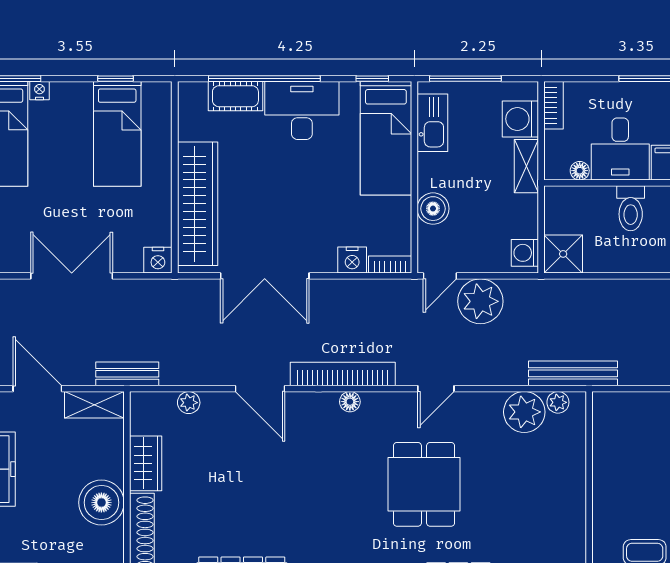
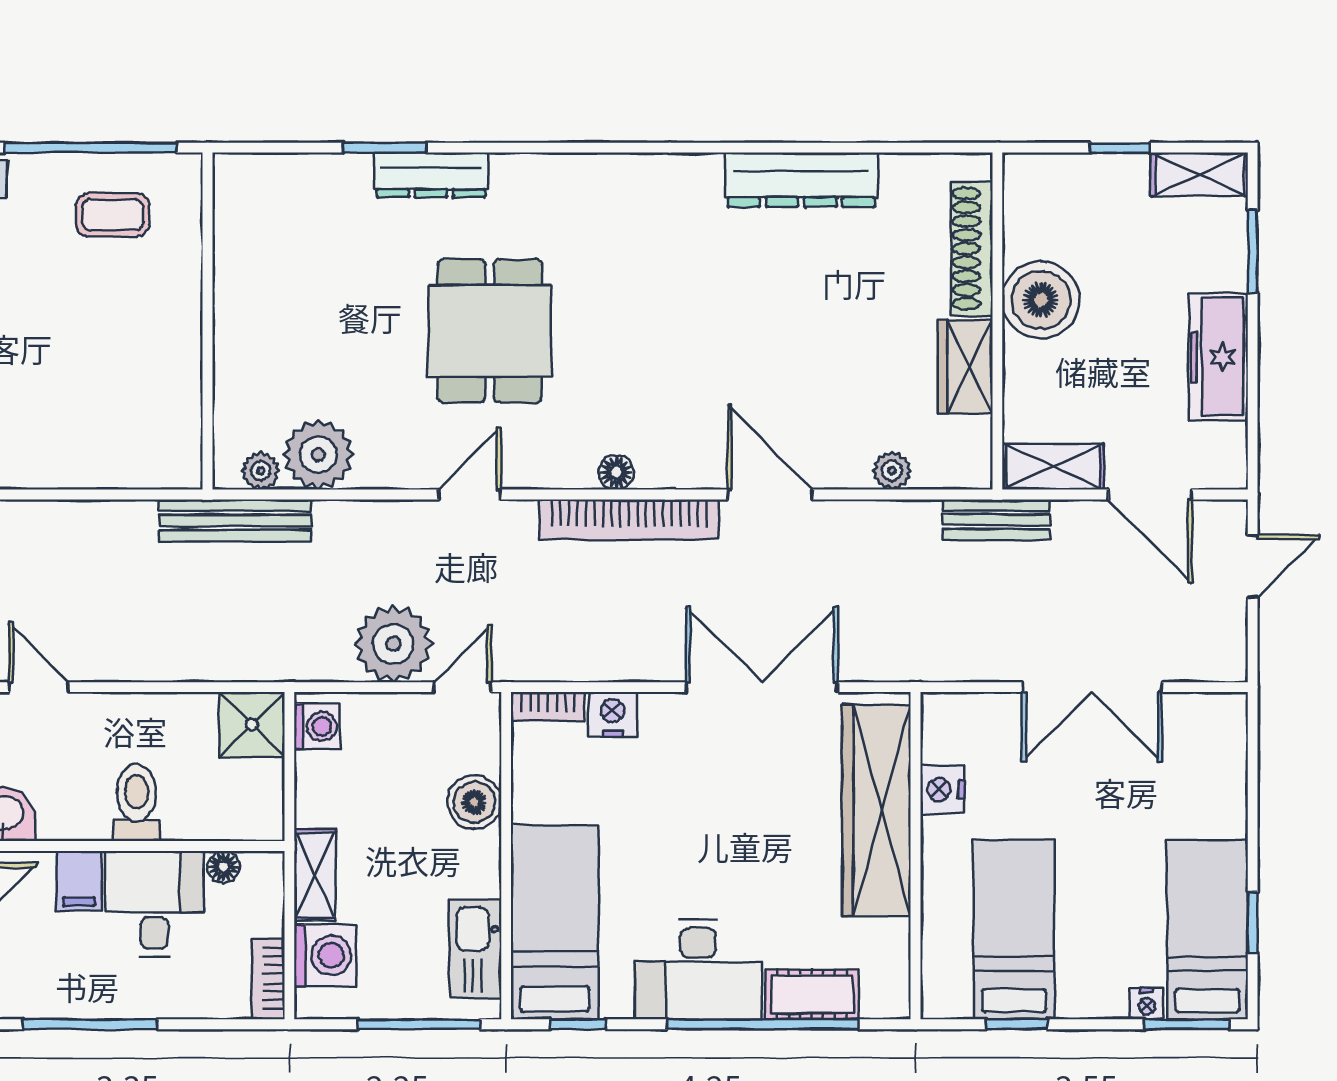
nightstand: (158, 260) -> (942, 790), moved, turned -90

